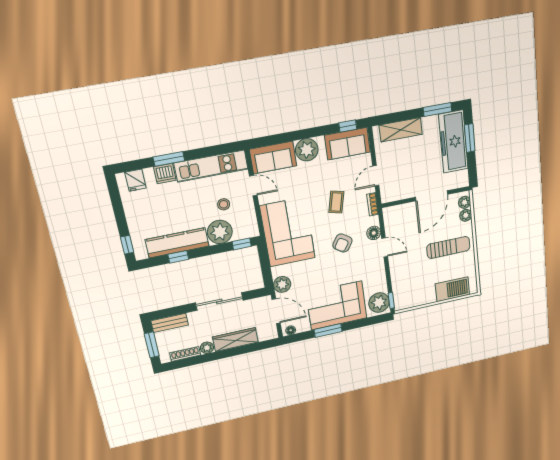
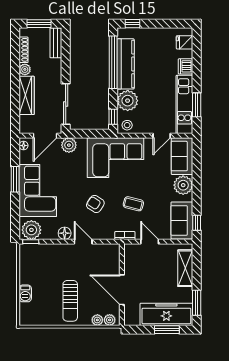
window: (169, 159) -> (197, 105), moved
stool: (224, 204) -> (127, 125), moved
floor lamp: (374, 233) -> (65, 233), moved
door: (385, 247) -> (83, 242), swing flipped
window: (178, 257) -> (113, 62), width x3.17
barbecue: (452, 289) -> (25, 293), width x0.53, depth x0.65
sliding door: (219, 302) -> (66, 104), moved

